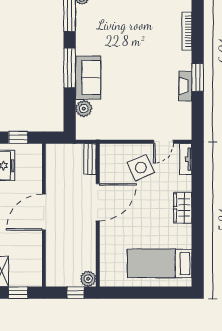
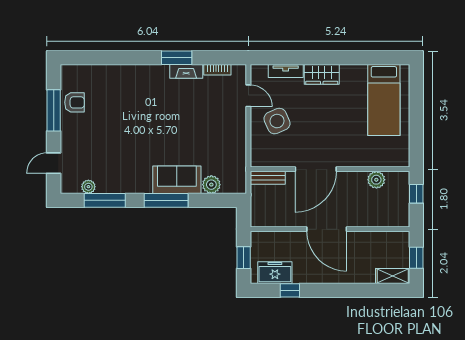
bookcase: (187, 31) -> (217, 70), moved, width x0.64
tv unit: (186, 159) -> (286, 71), moved
door: (98, 202) -> (316, 169), swing flipped
plant: (88, 279) -> (376, 180), moved

